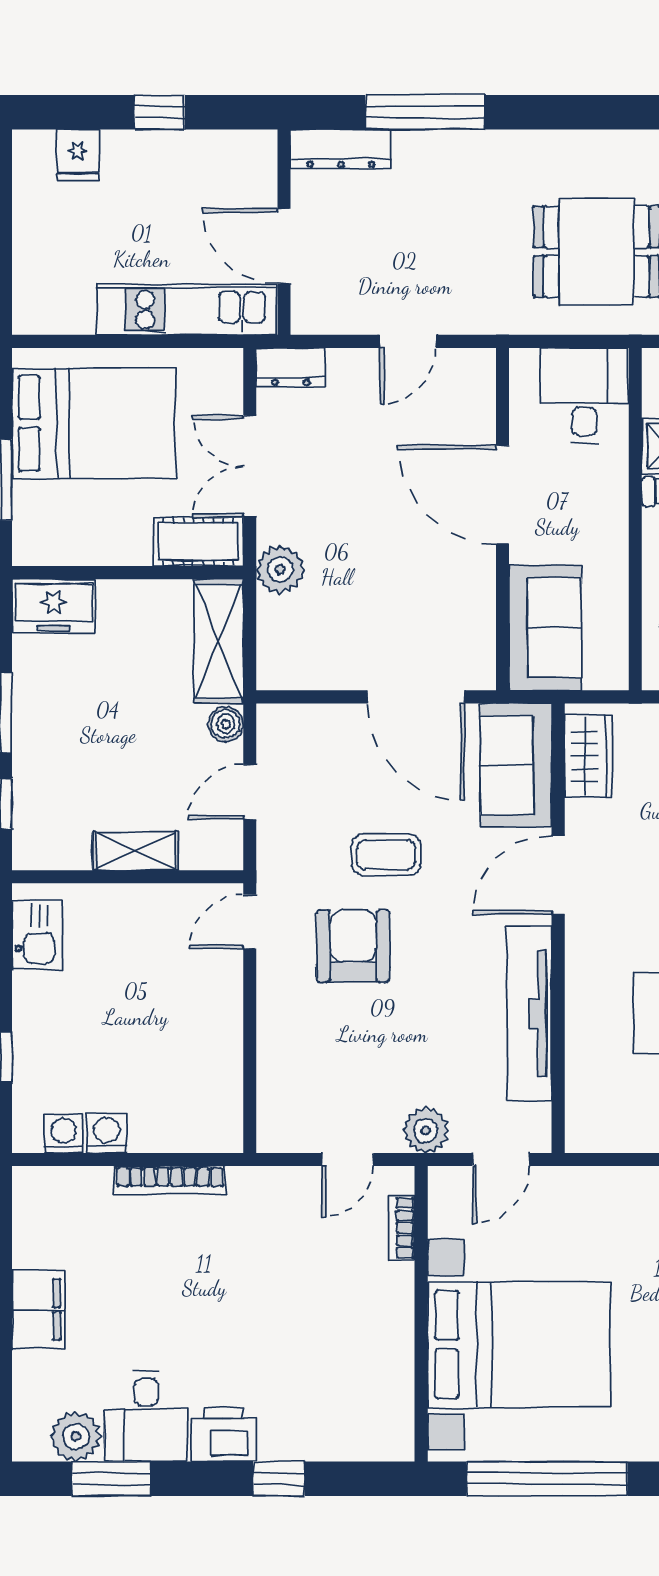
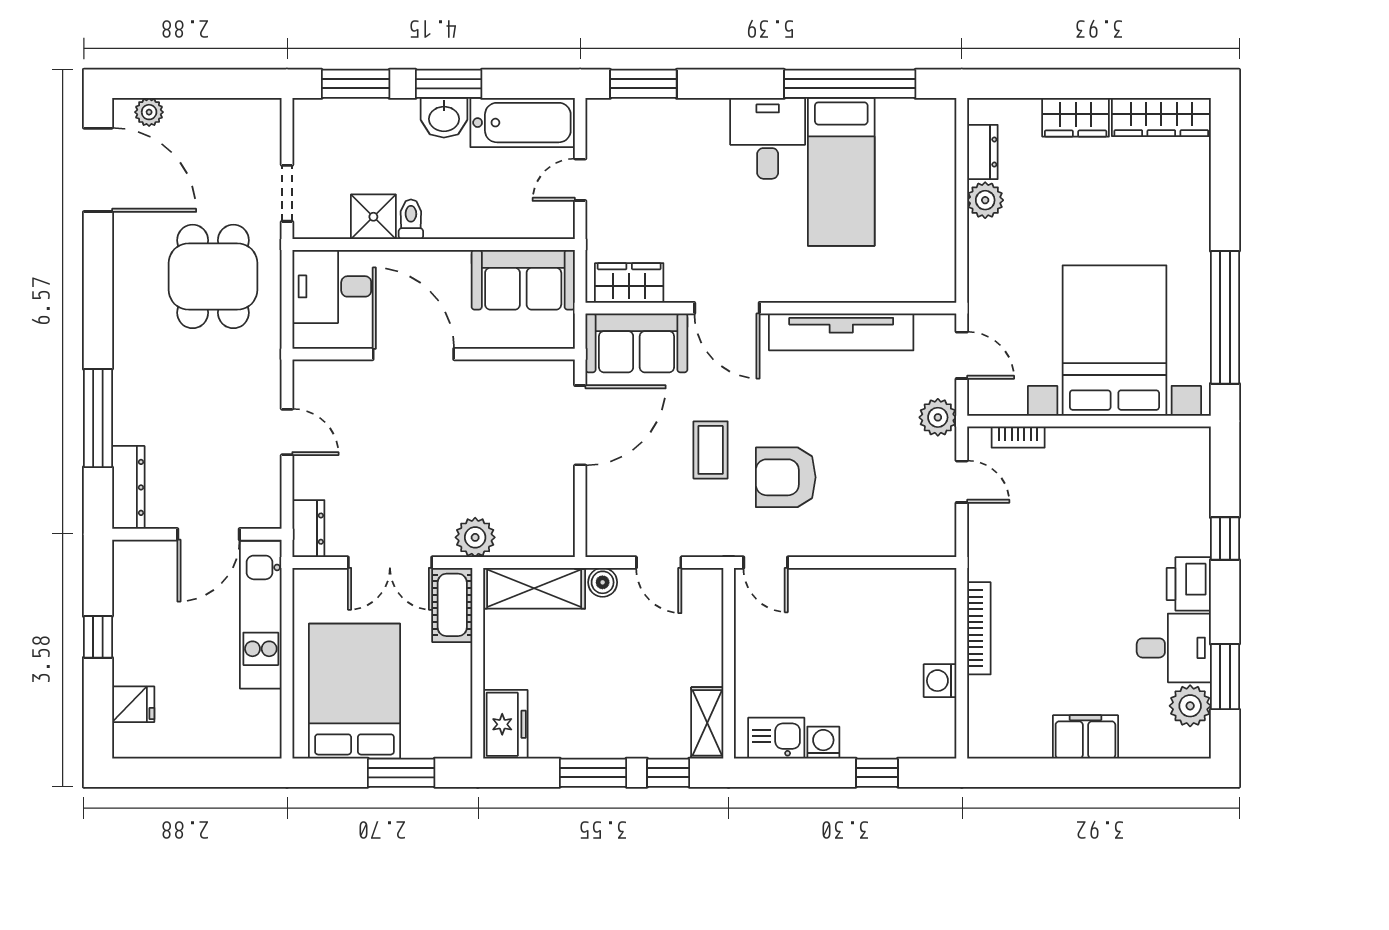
door: (502, 495) -> (413, 354), swing flipped
sofa: (545, 628) -> (523, 280), moved, turned 180
shelving: (136, 851) -> (707, 723), moved
washing machine: (64, 1134) -> (823, 743), moved, turned 90

